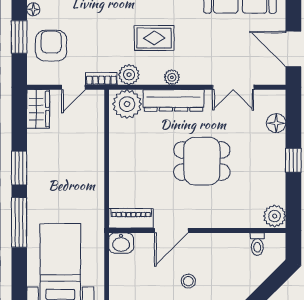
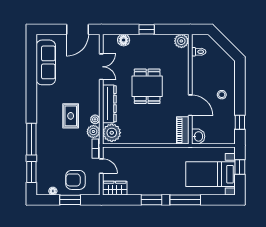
plant: (172, 77) -> (95, 119), moved

